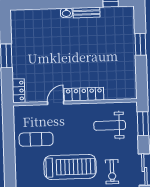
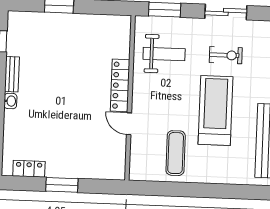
locker: (19, 91) -> (29, 169), moved
weight bench: (110, 125) -> (164, 54), turned -90

